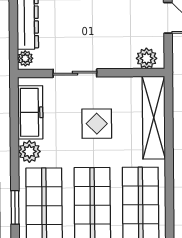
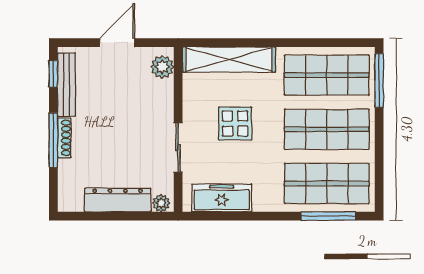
plant: (29, 152) -> (266, 199), removed
window: (15, 207) -> (328, 216), width x1.44

